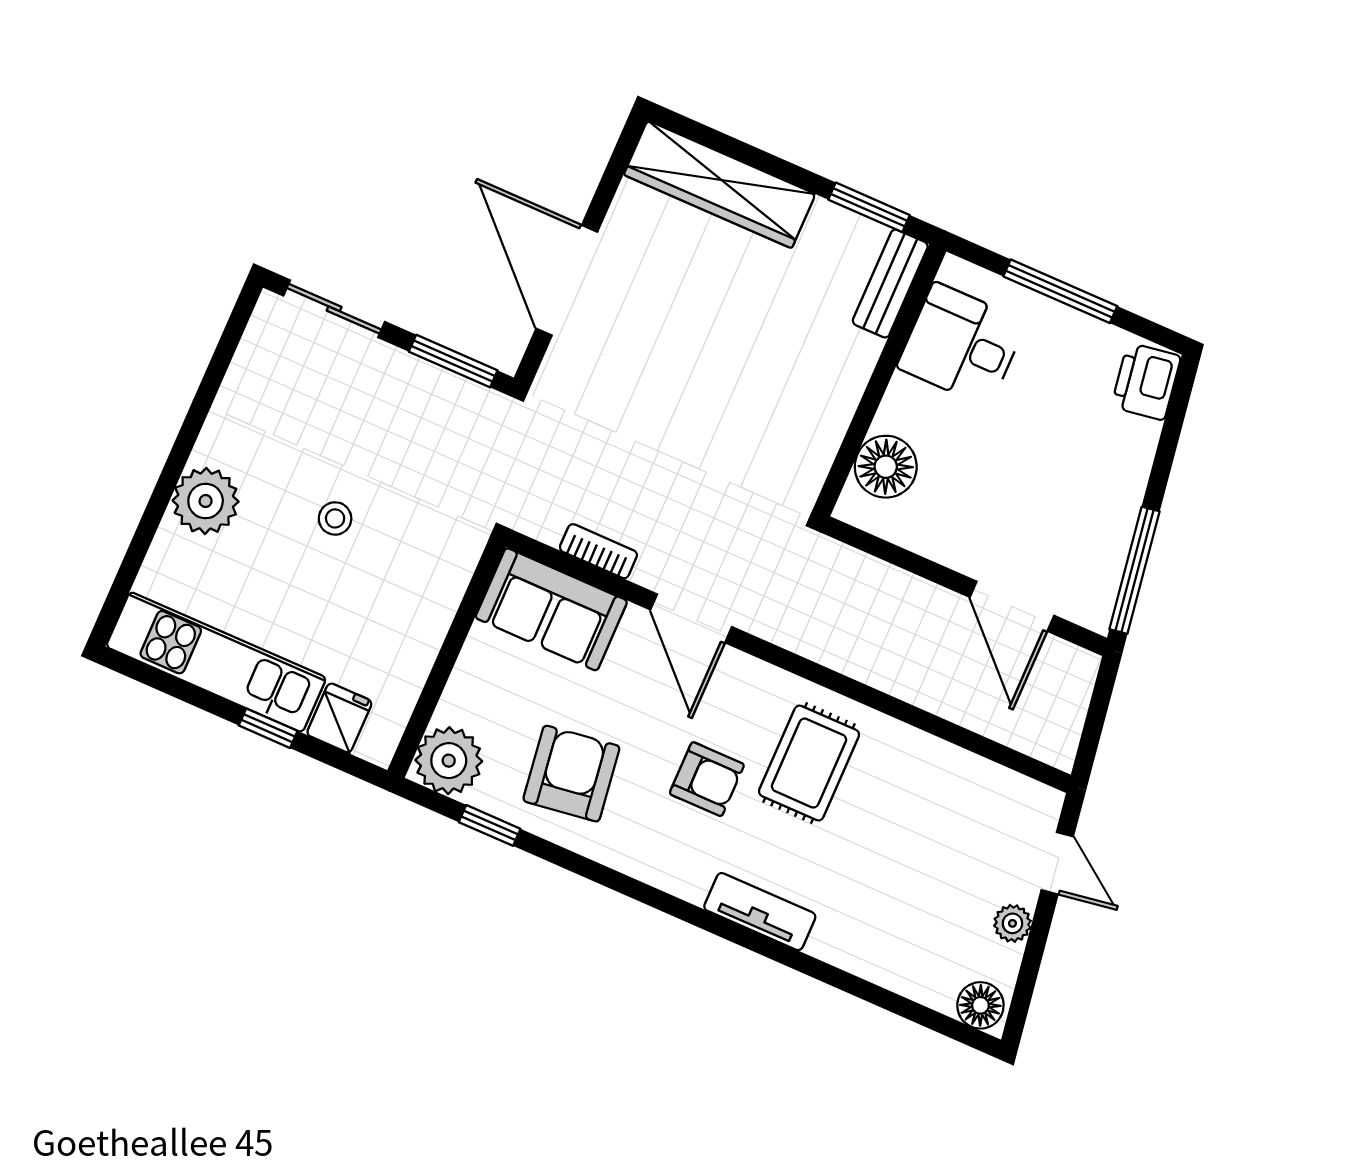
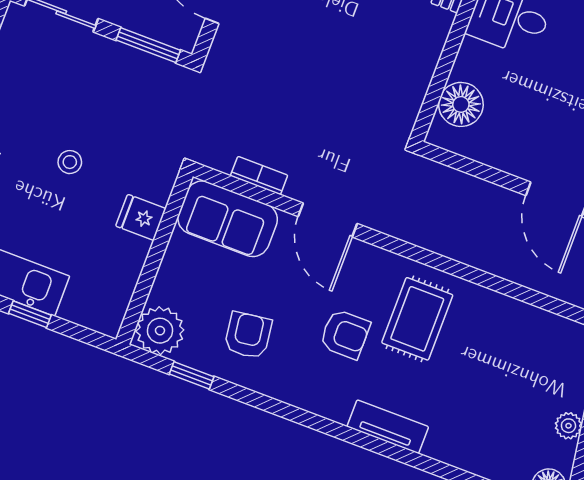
fridge: (339, 718) -> (141, 217), moved, turned -90
armchair: (571, 774) -> (248, 335), width x0.72, depth x0.72

